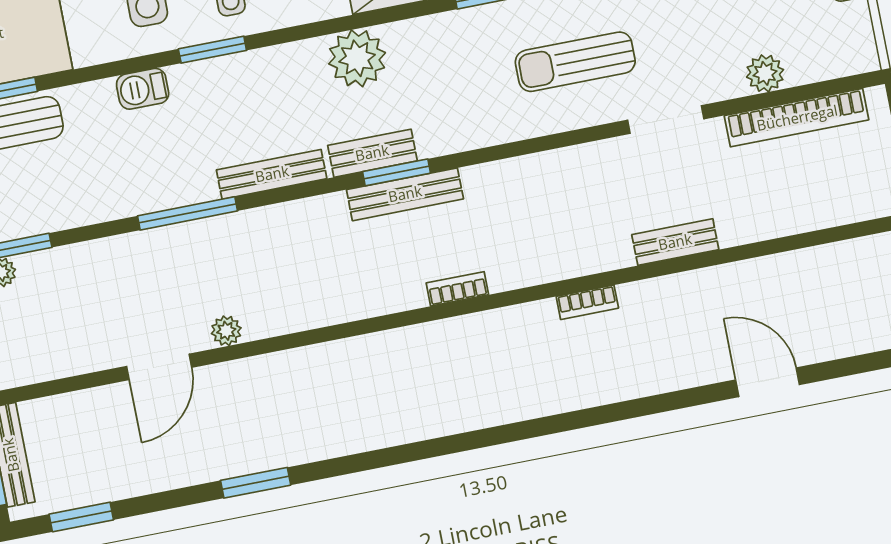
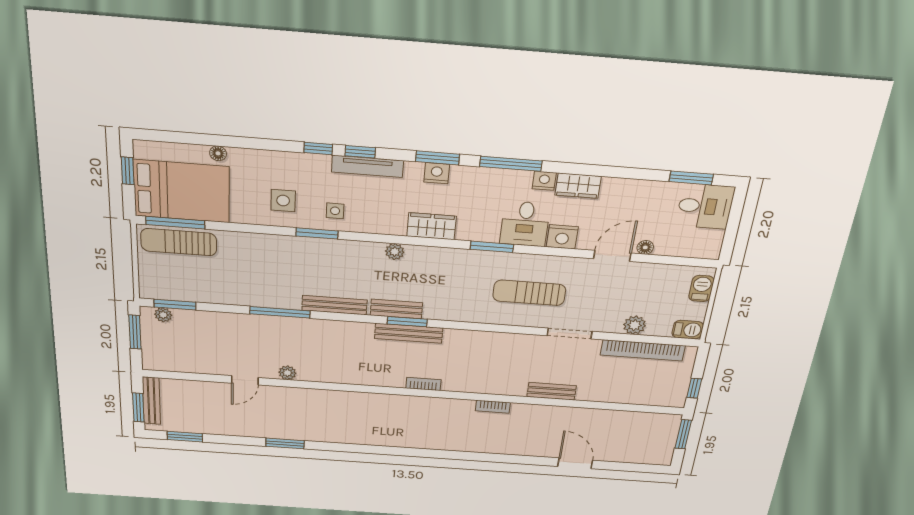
plant: (357, 58) -> (395, 252), width x0.53, depth x0.53
barbecue: (143, 89) -> (688, 330), moved, turned 180
door: (159, 367) -> (245, 380), width x0.73

